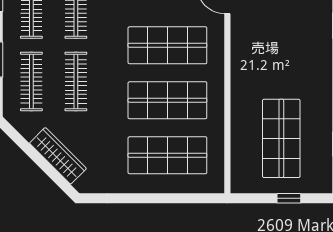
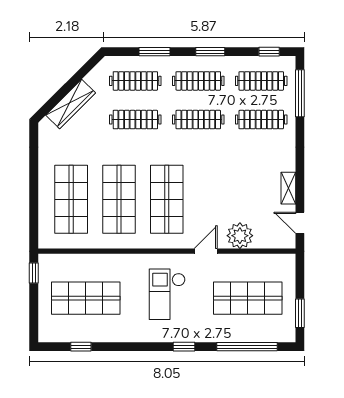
checkout: (277, 45) -> (167, 294), added
window: (289, 198) -> (34, 273), moved

